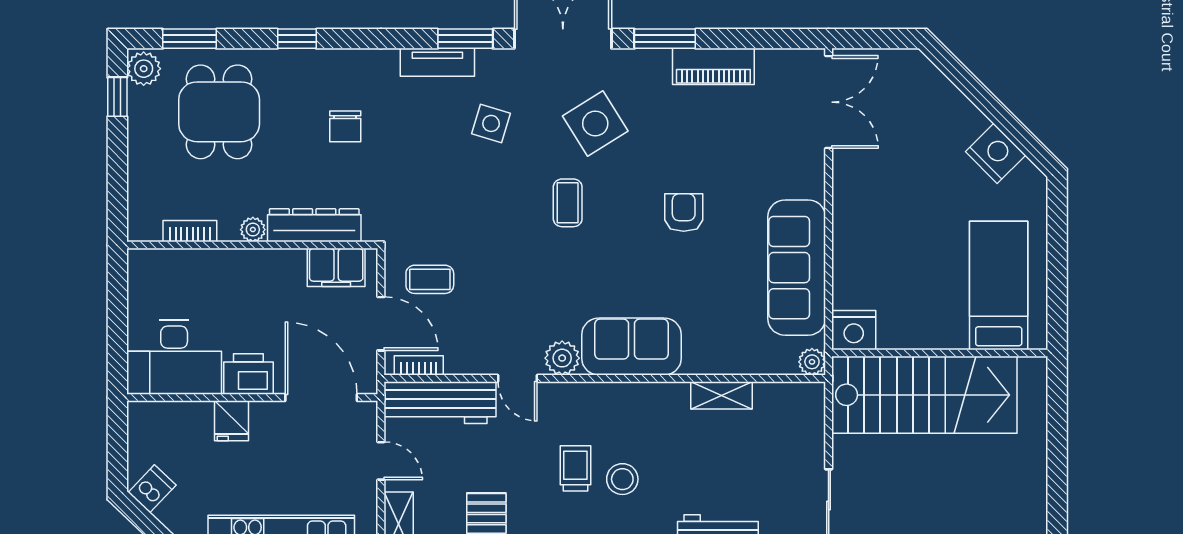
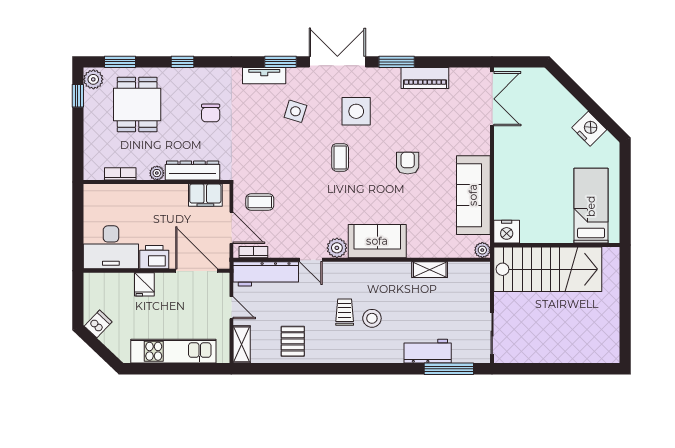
side table: (595, 124) -> (356, 111), turned 32

